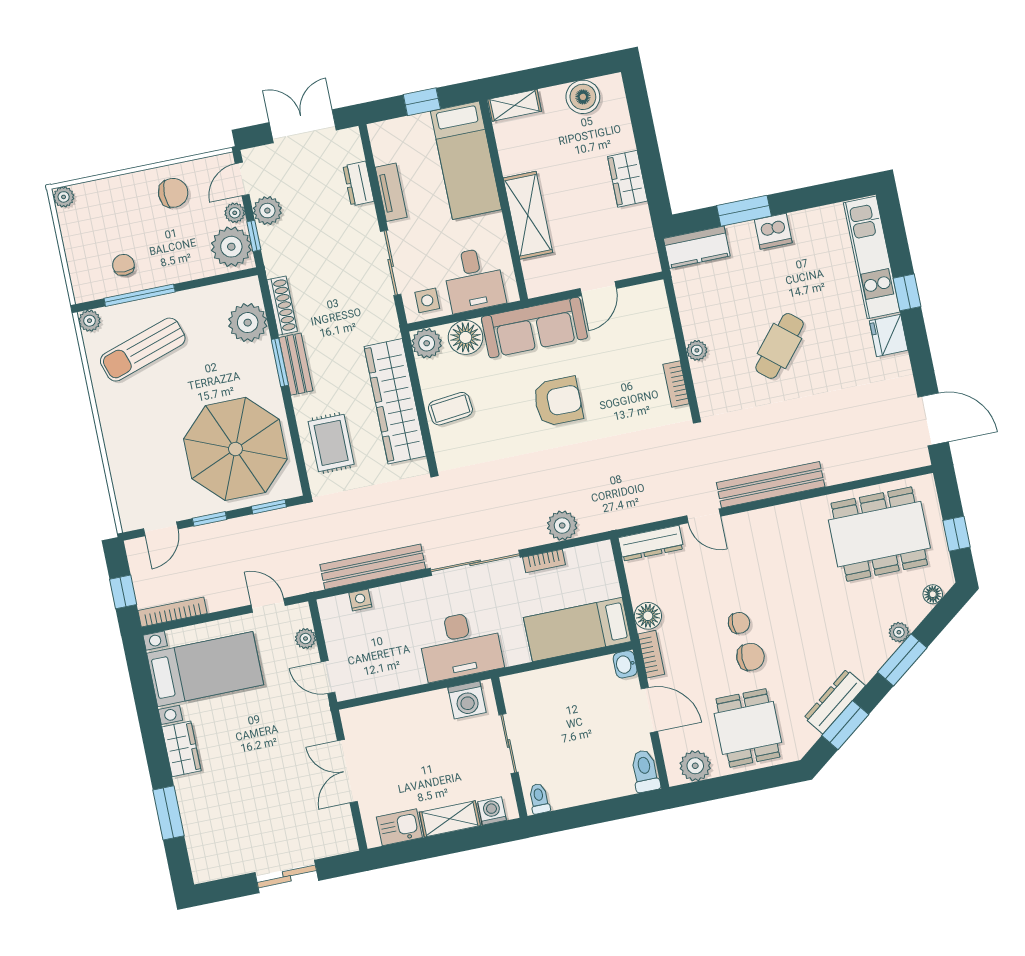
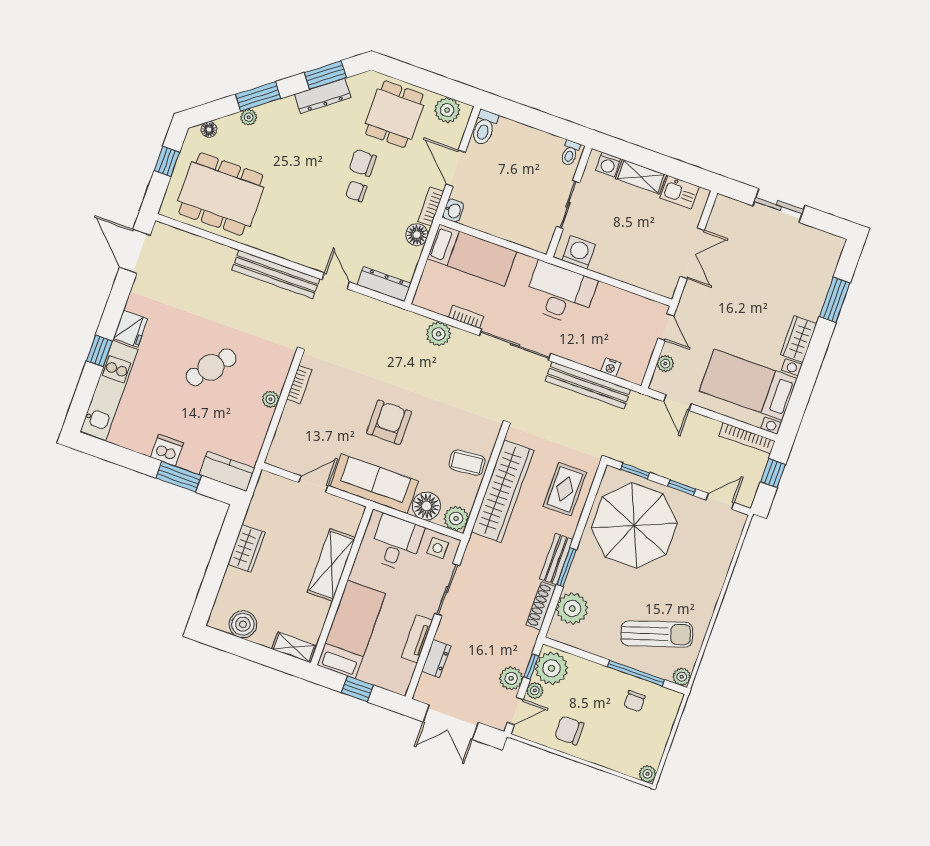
armchair: (558, 401) -> (389, 422), turned 90

